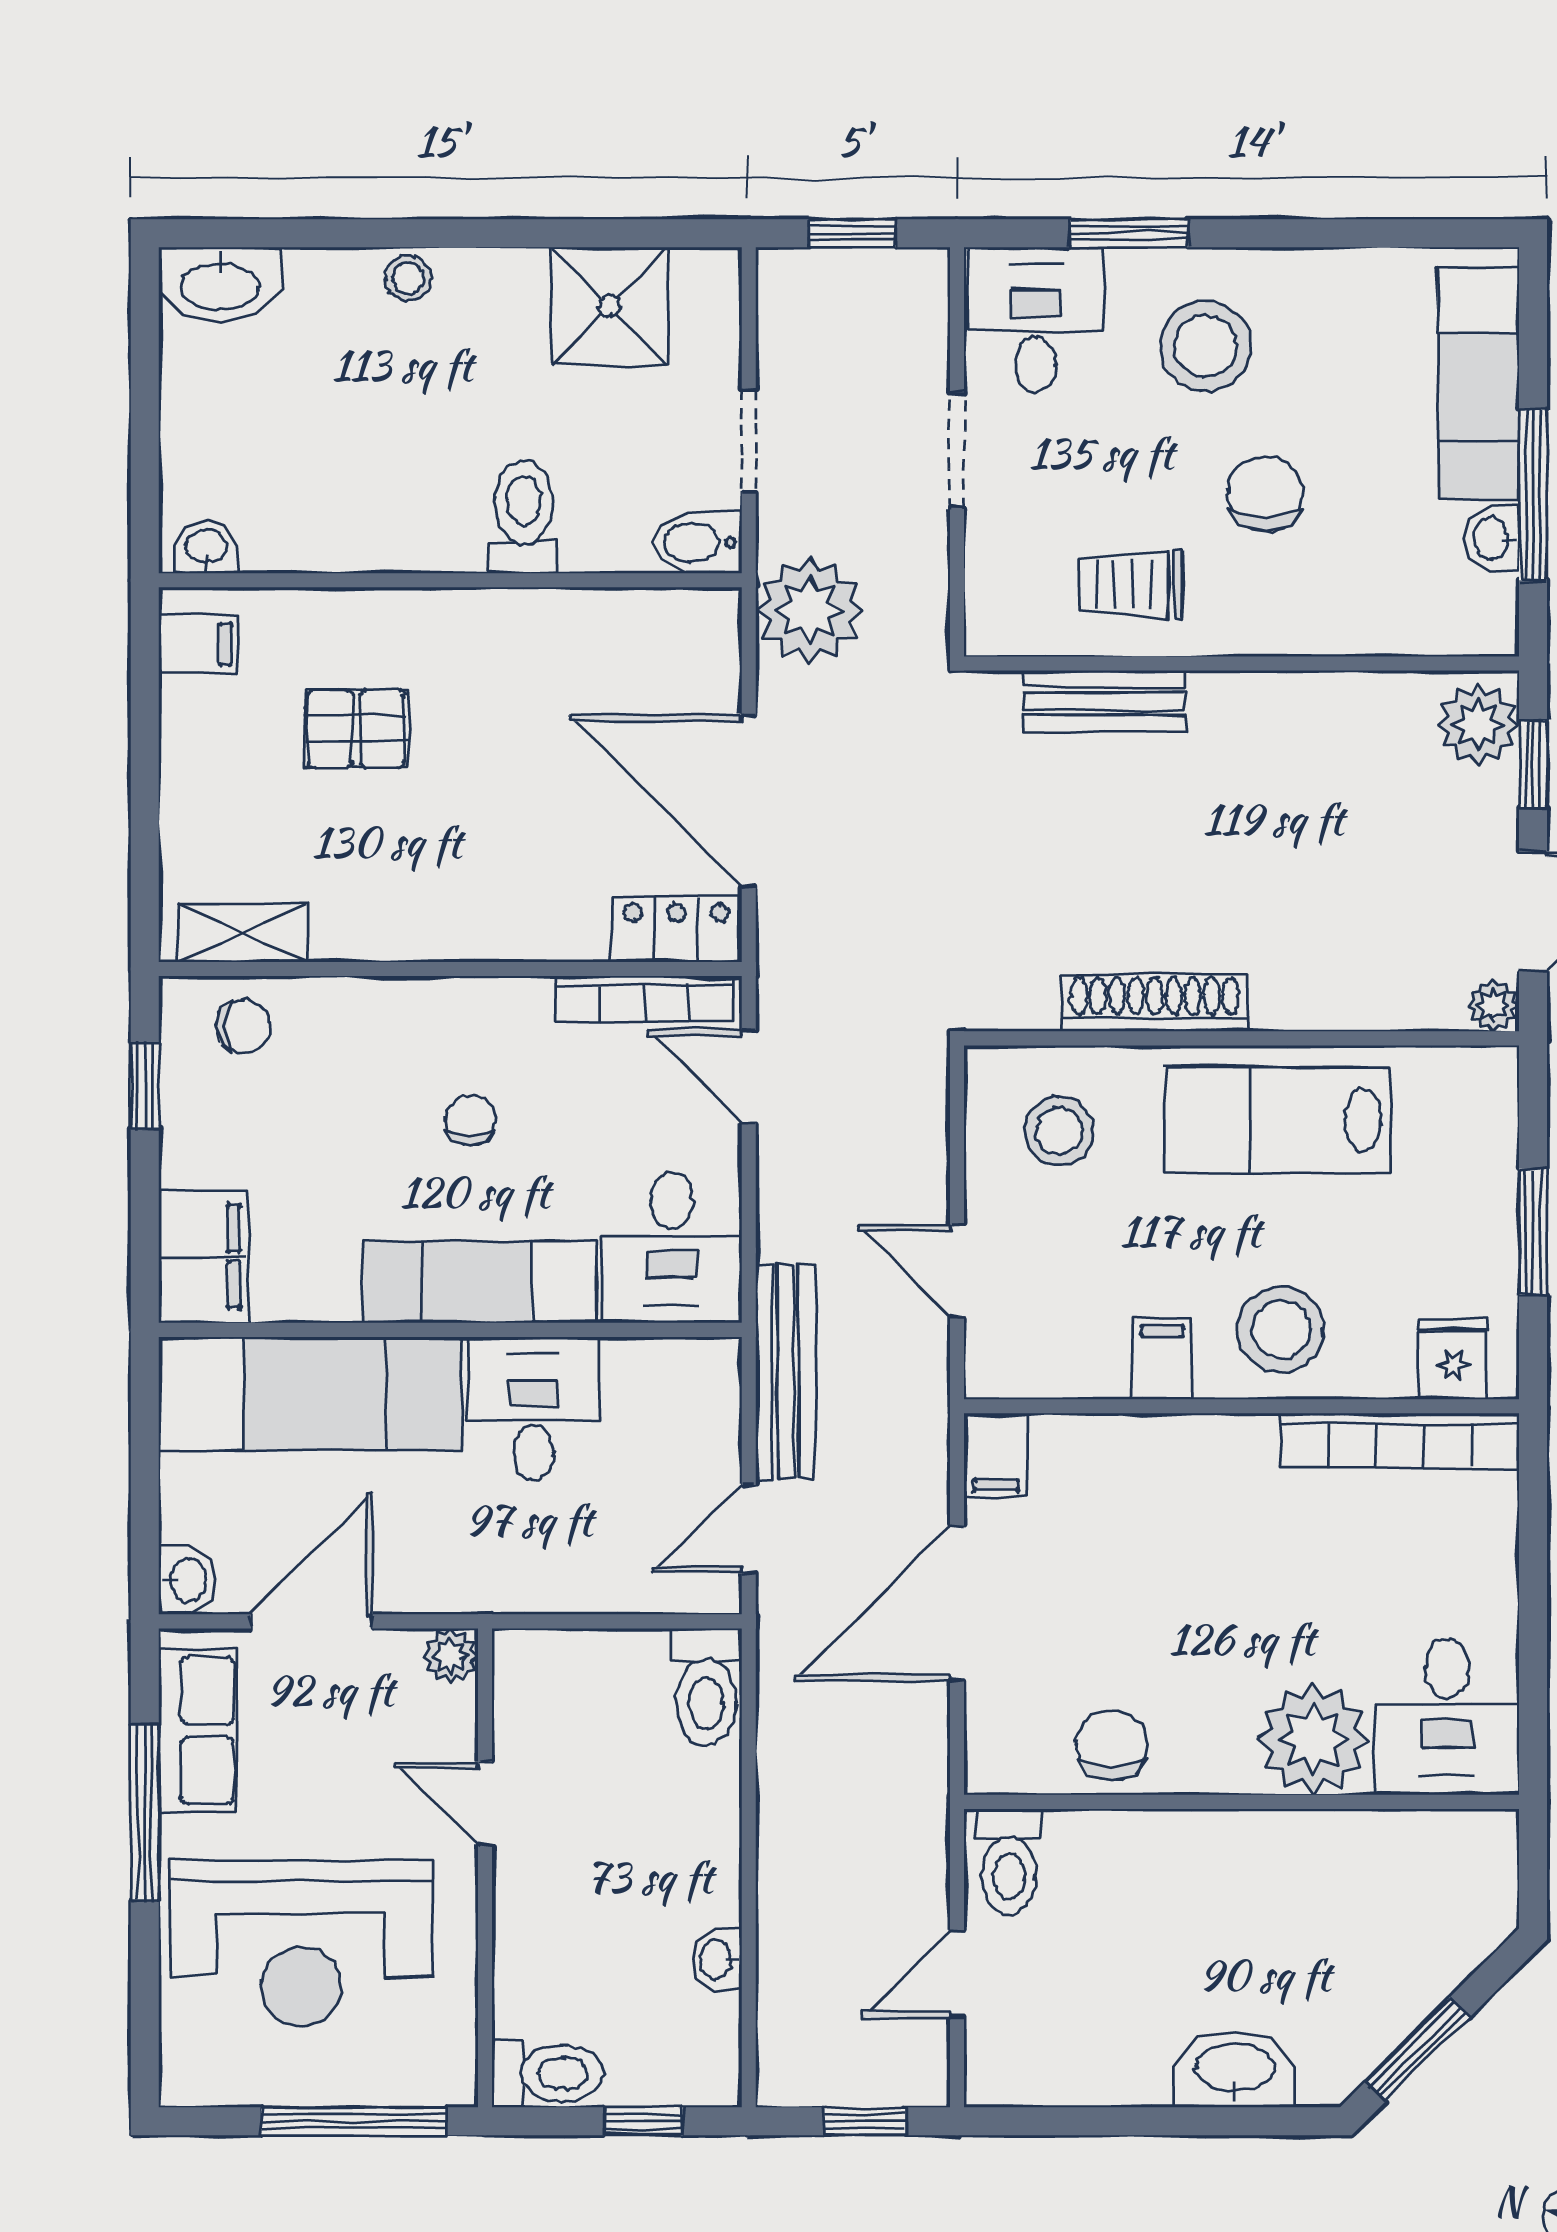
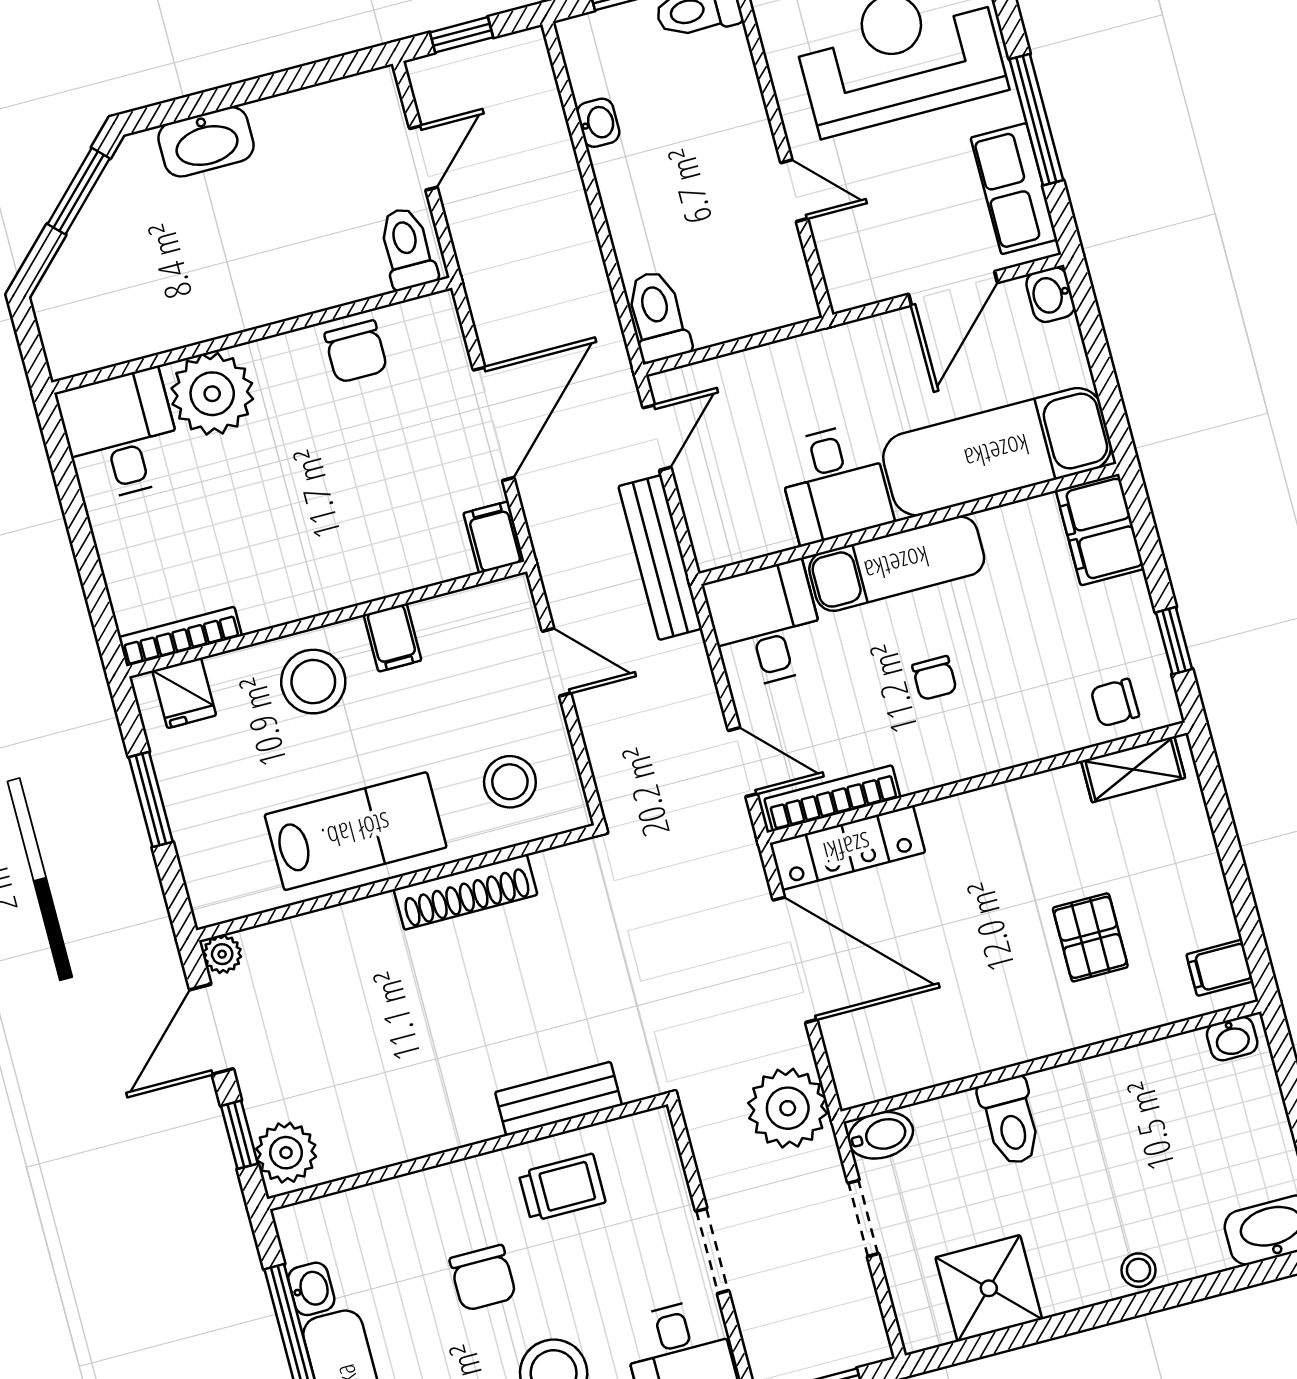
pallet: (356, 728) -> (1090, 937), turned 90
locker: (676, 929) -> (847, 848), width x1.53
bookcase: (1400, 1440) -> (180, 637), width x0.68, depth x0.76
plant: (451, 1656) -> (847, 290), removed

